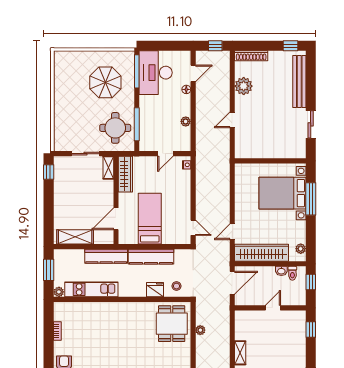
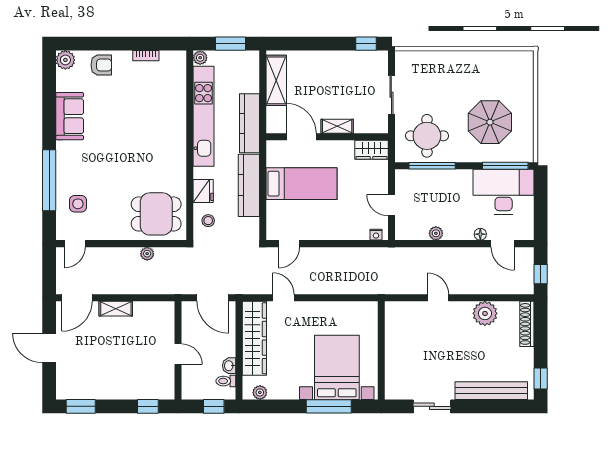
shelving: (108, 168) -> (337, 126), moved
wardrobe: (125, 174) -> (371, 150), width x0.67
kitchen unit: (91, 289) -> (204, 116), width x1.36

